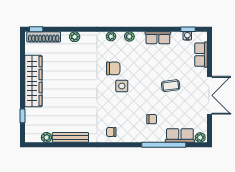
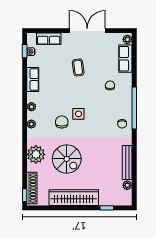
plant: (75, 37) -> (36, 154), width x1.88, depth x1.88
spiral stairs: (74, 74) -> (67, 159), added
window: (164, 145) -> (134, 108), moved

